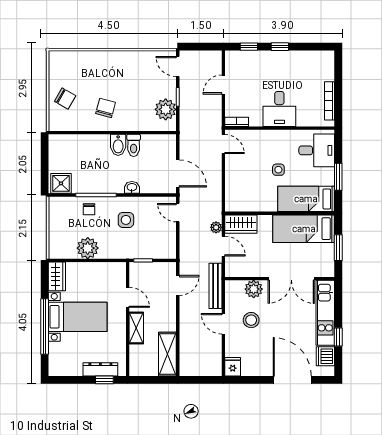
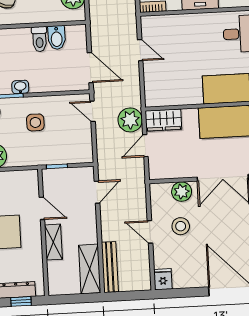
door: (223, 144) -> (140, 50), moved
bidet: (118, 145) -> (57, 38), moved
side table: (278, 170) -> (202, 57), removed
washbasin: (132, 187) -> (20, 87), moved
plant: (216, 227) -> (130, 120), width x1.87, depth x1.87
door: (223, 246) -> (145, 146), swing flipped
bench: (216, 286) -> (110, 267), moved

